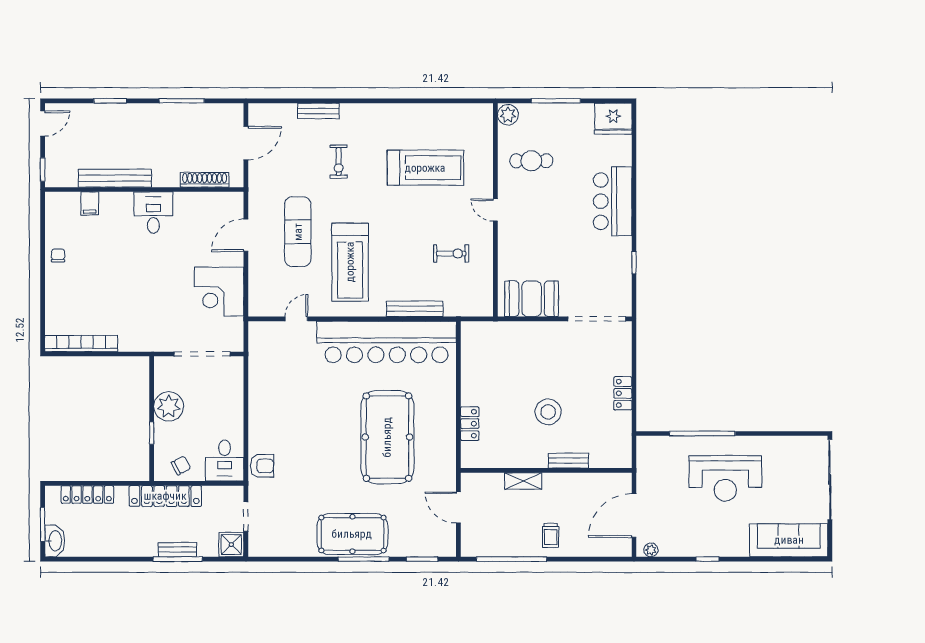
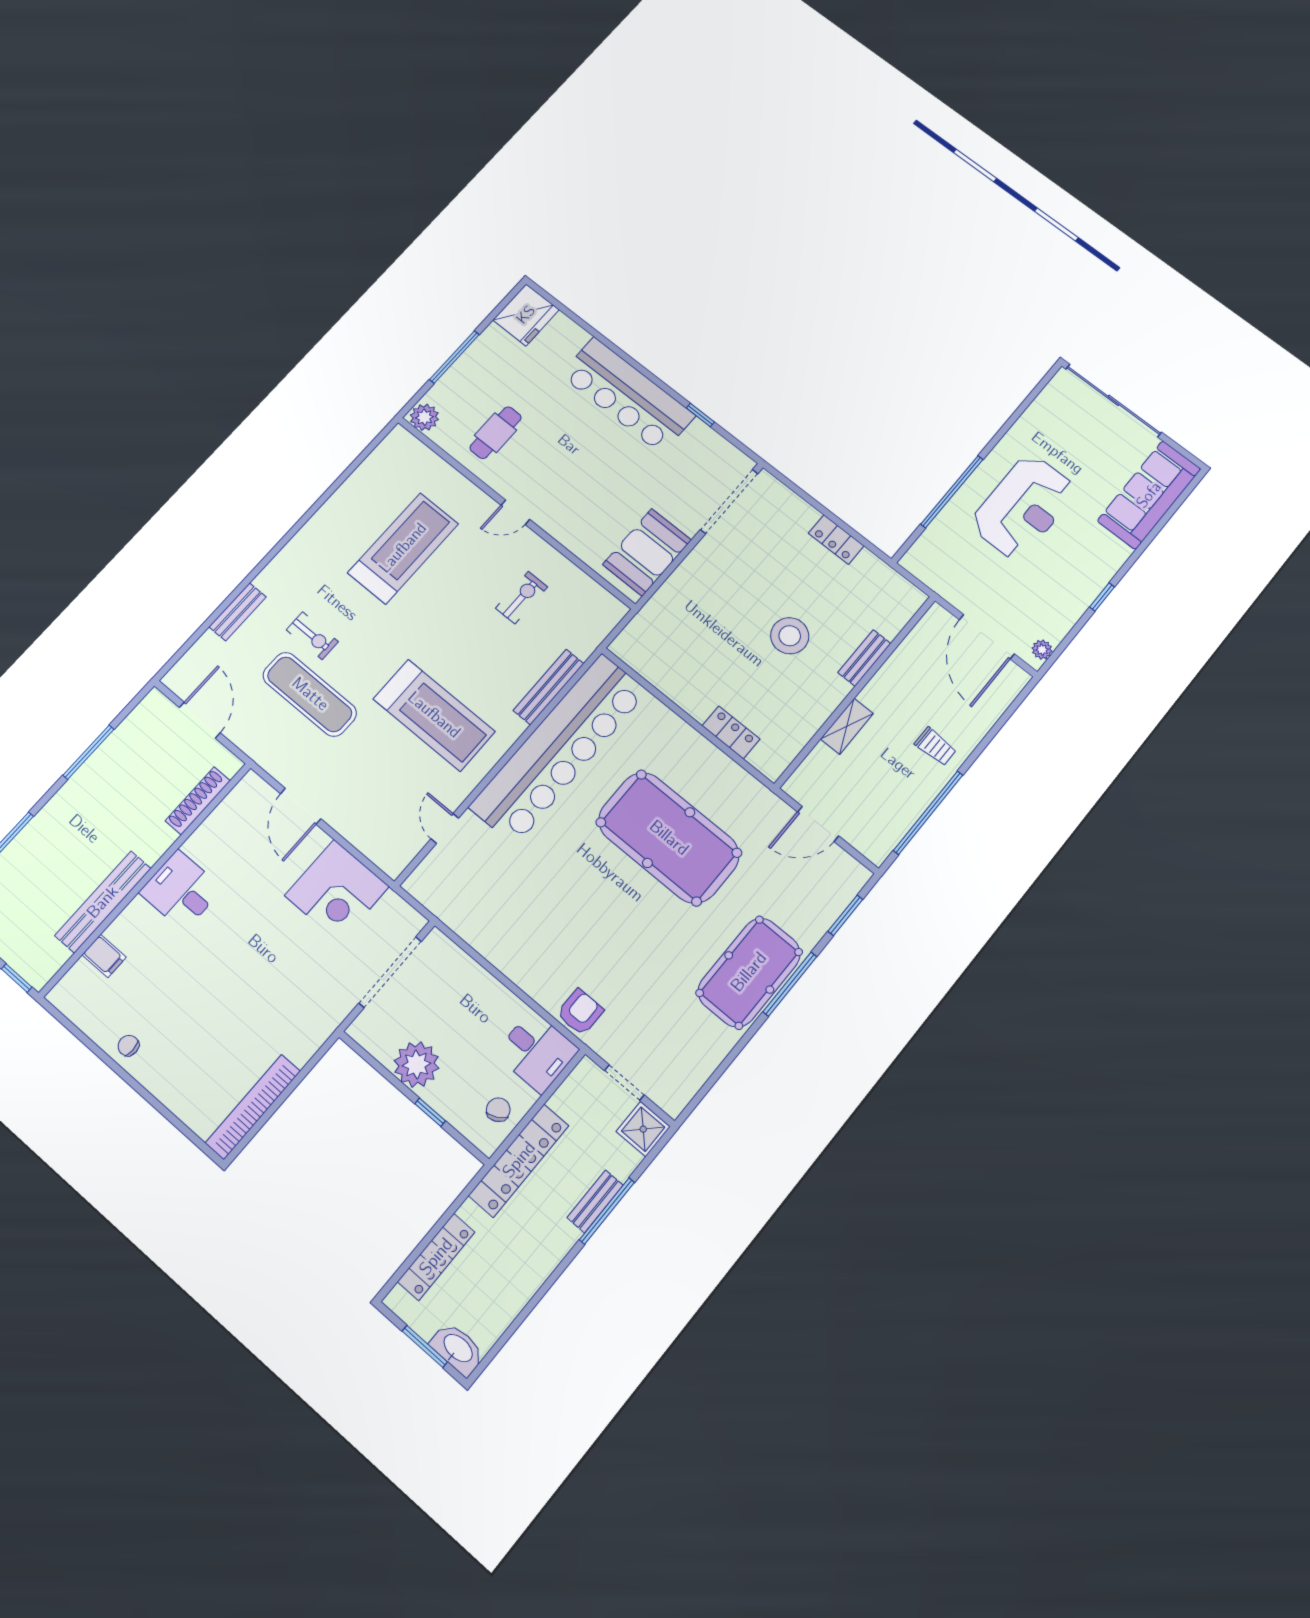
bar counter: (613, 201) -> (628, 395), width x1.36
exercise mat: (298, 232) -> (310, 694), moved

